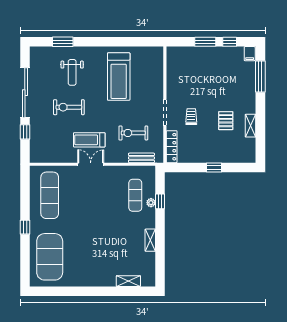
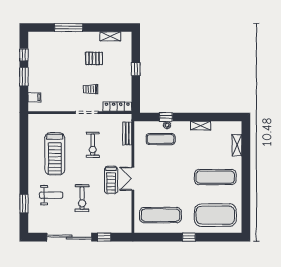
filing cabinet: (250, 54) -> (34, 97), moved
treadmill: (119, 77) -> (55, 154), turned 90
window: (260, 77) -> (69, 28), moved
shelving: (251, 126) -> (110, 36), moved
exercise bike: (133, 133) -> (93, 145), moved
exercise mat: (92, 257) -> (215, 177), added

